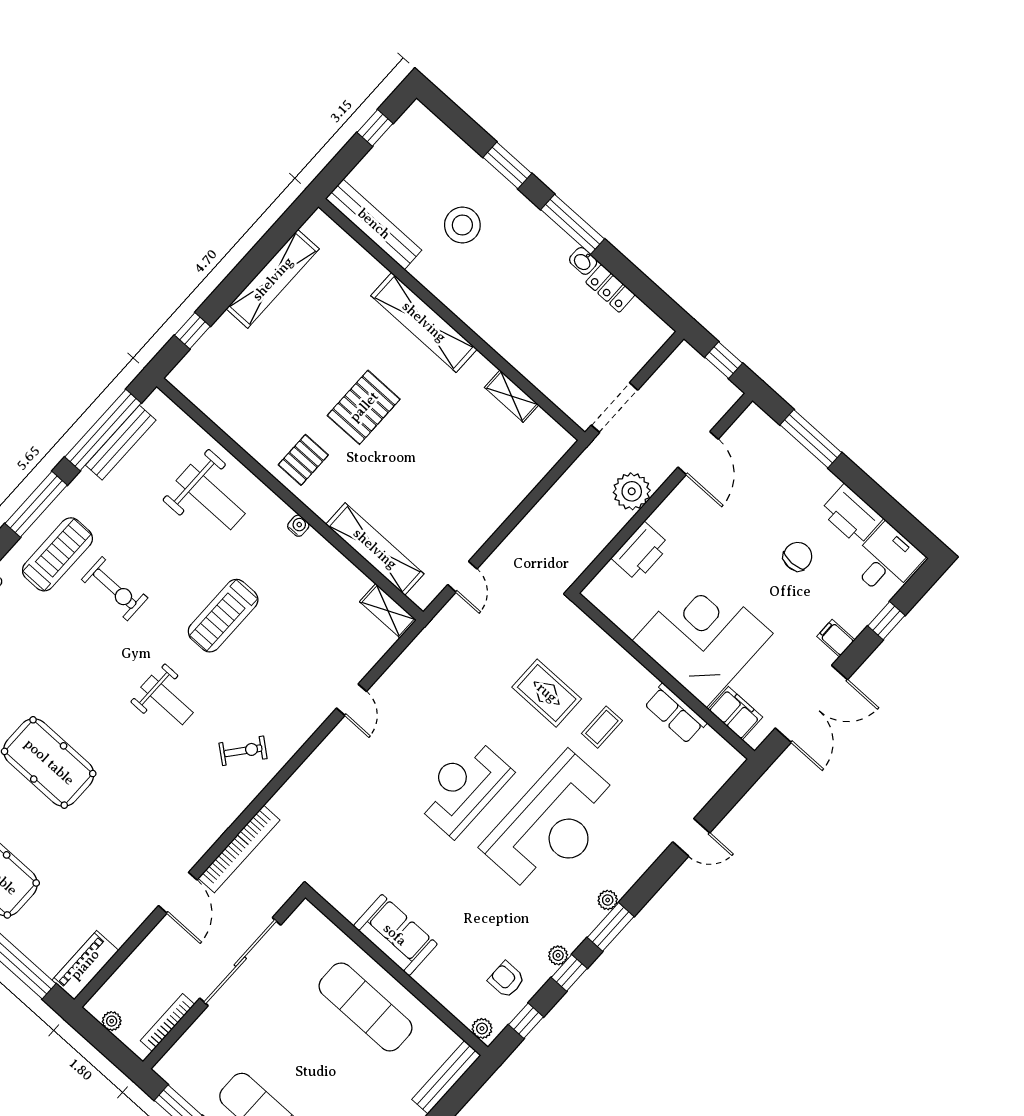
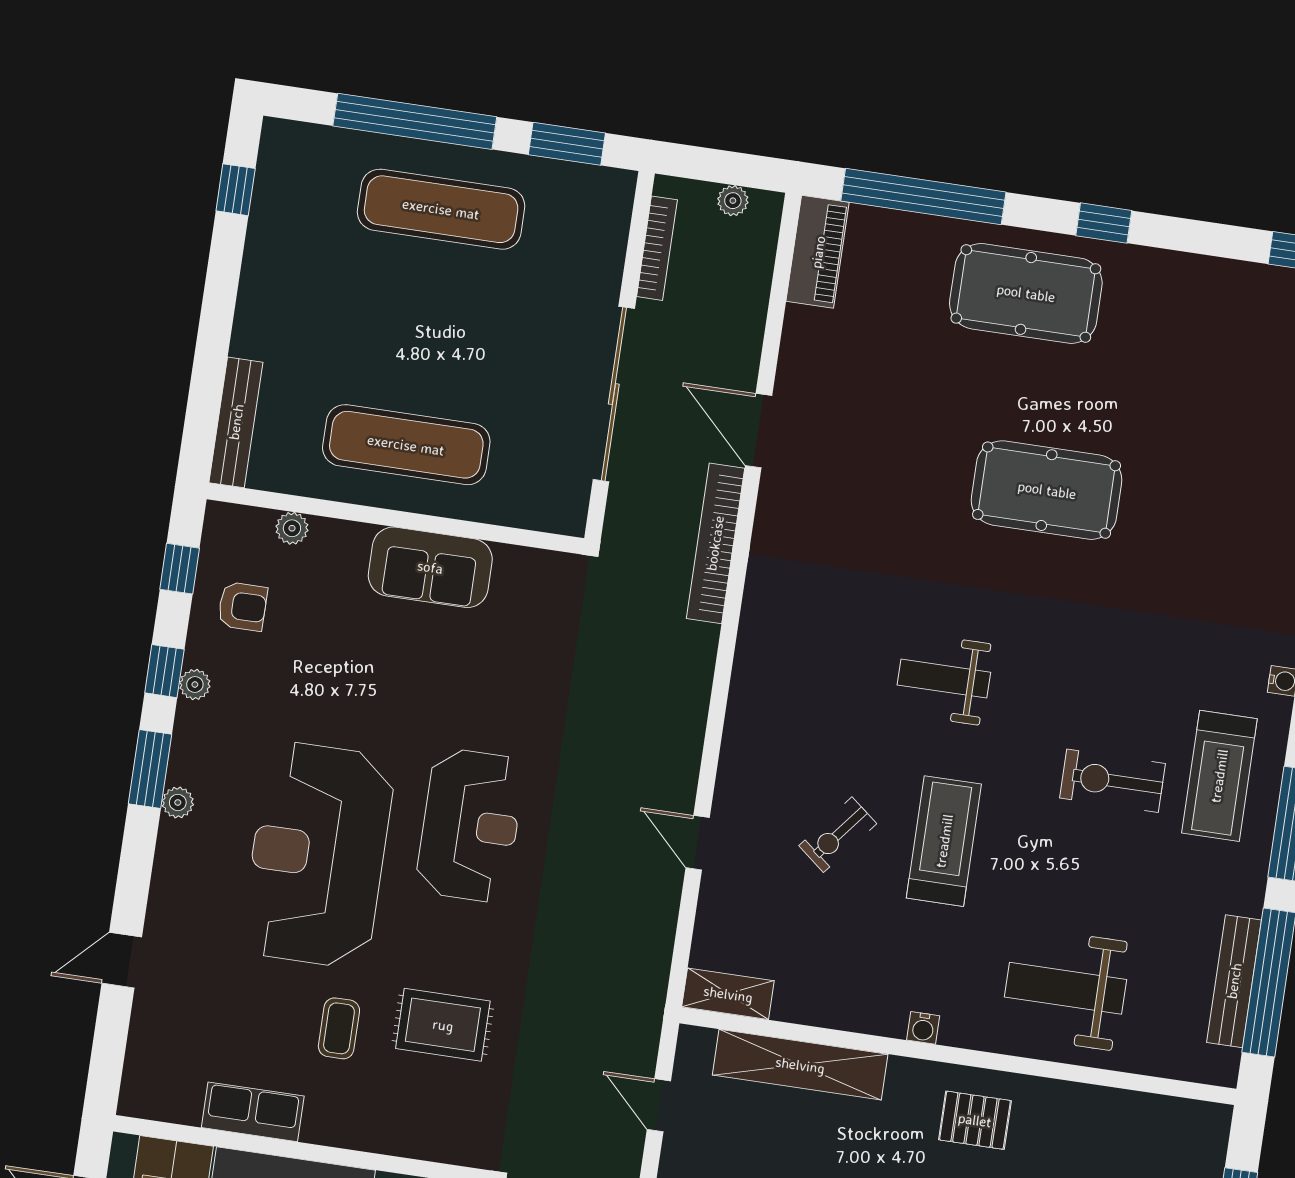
pallet: (303, 460) -> (975, 1120), turned 90
exercise bike: (243, 751) -> (838, 835), moved
plant: (482, 1028) -> (292, 528), moved

